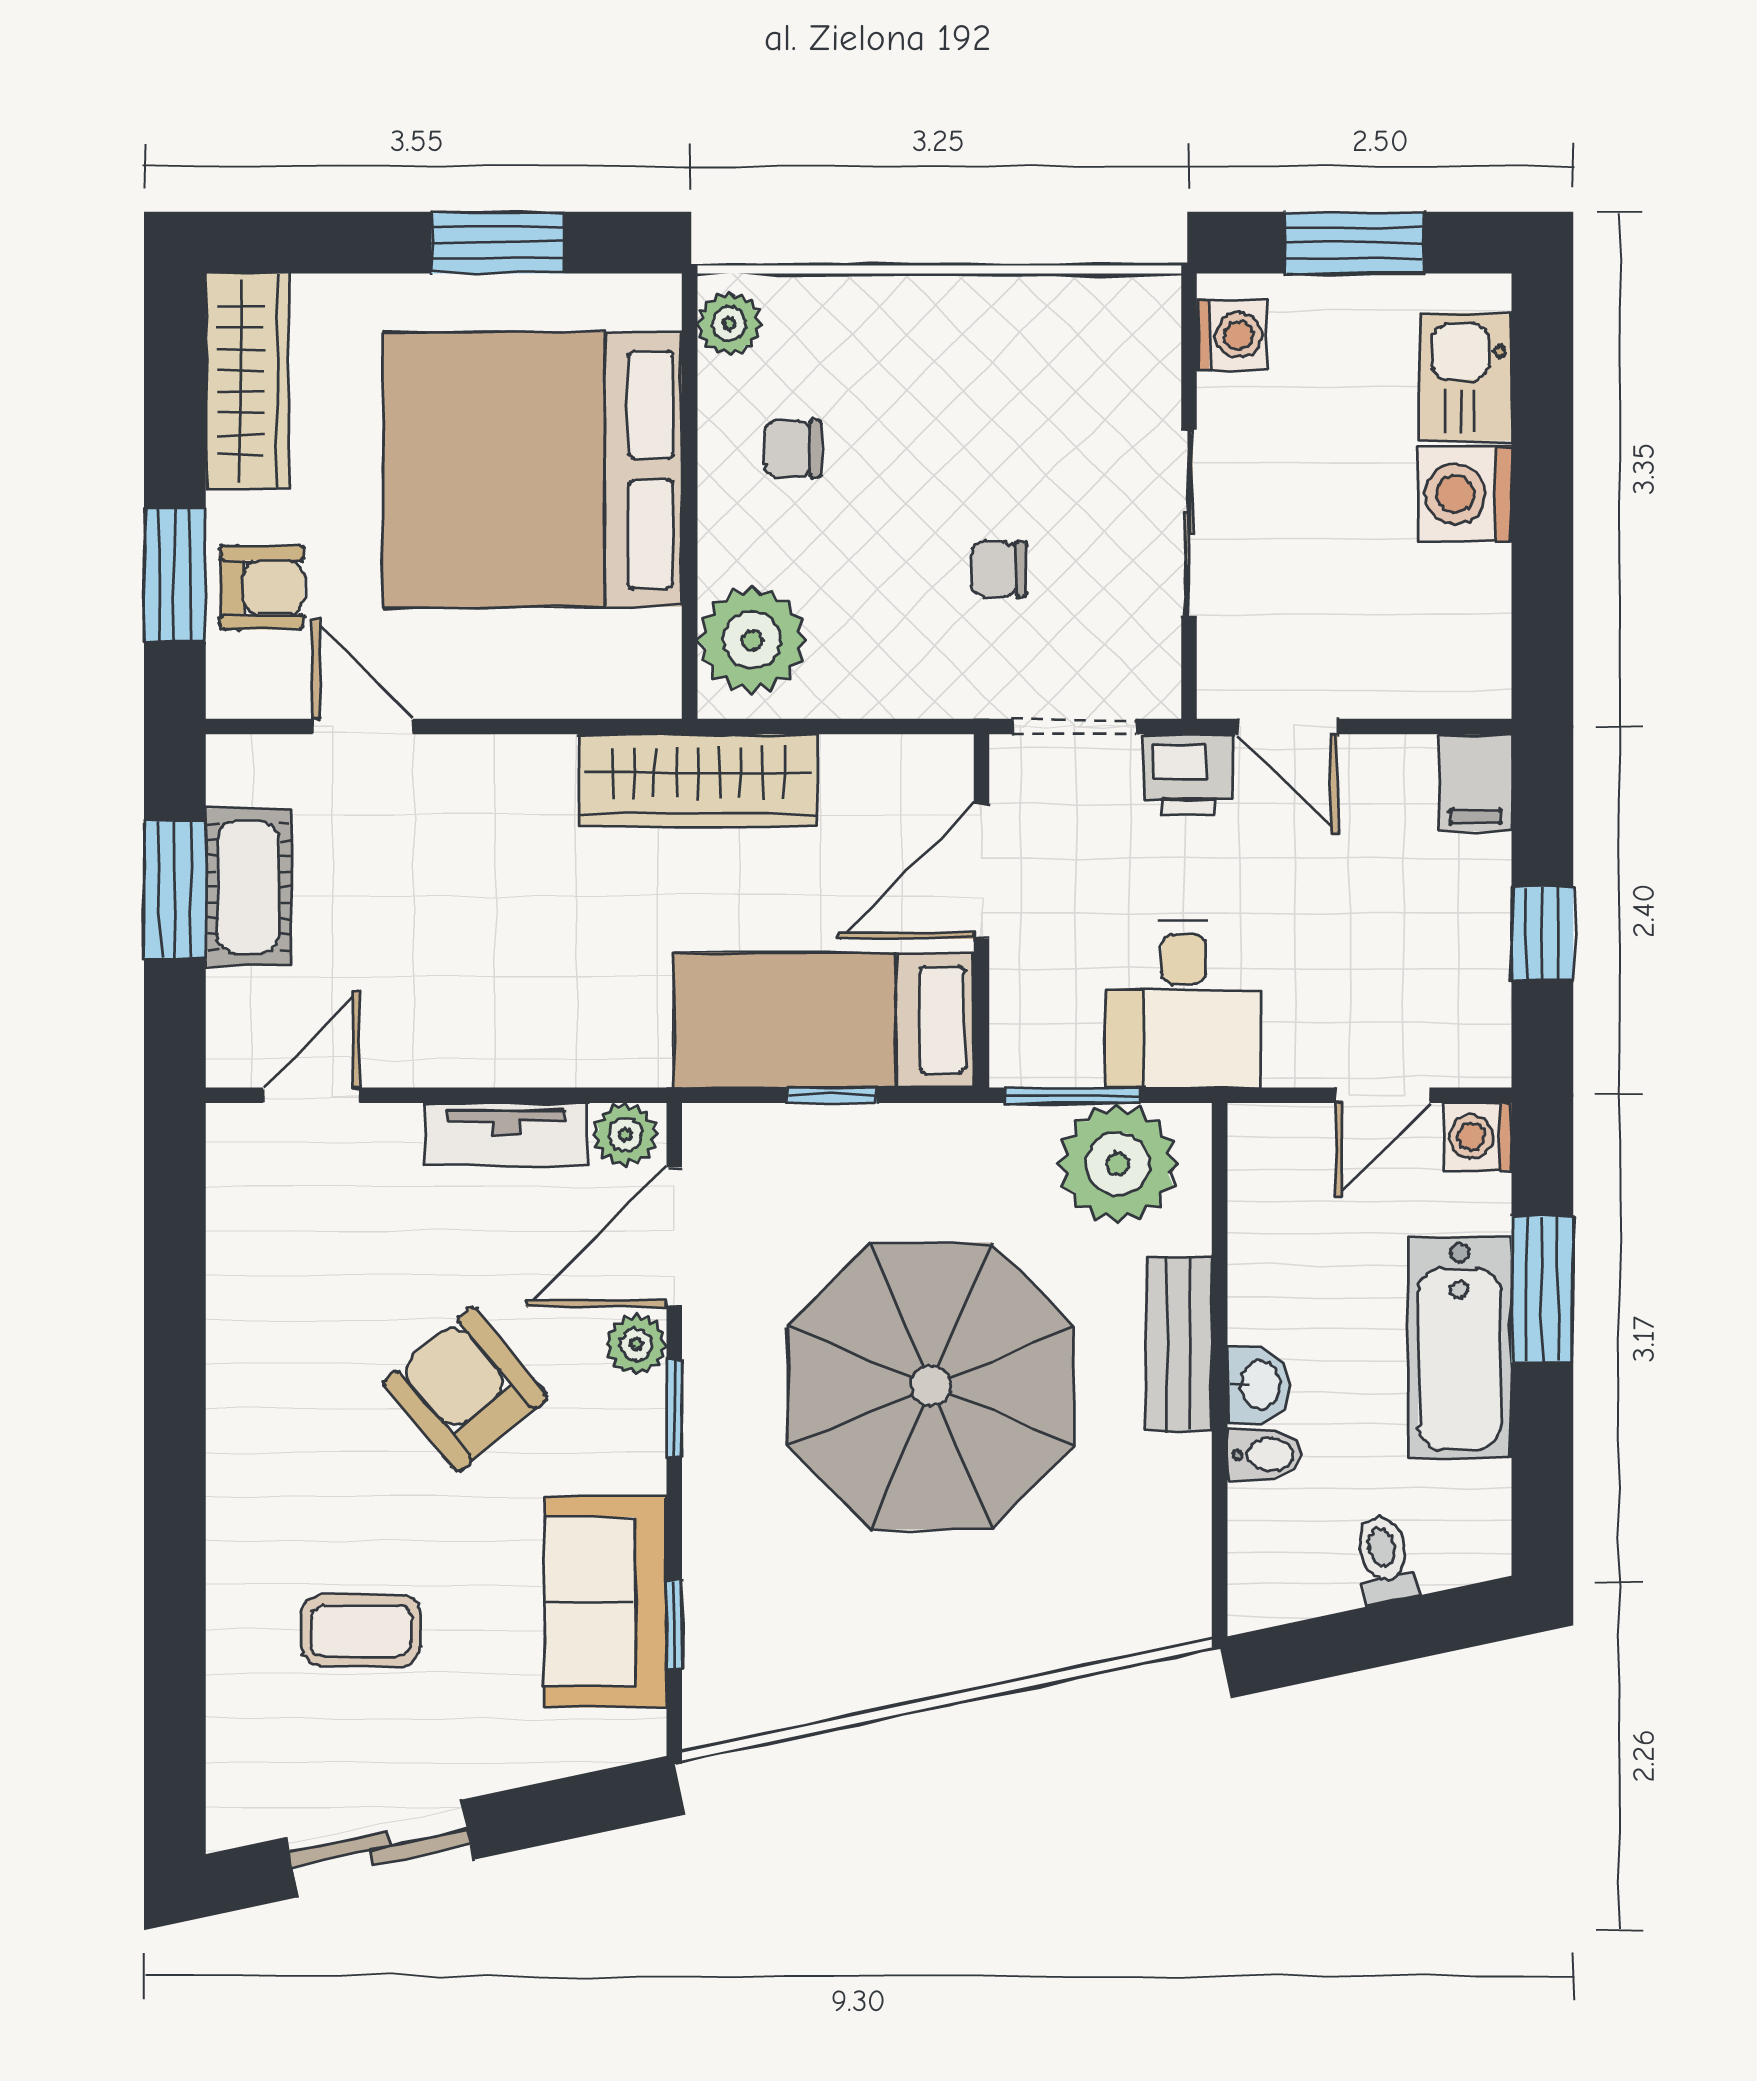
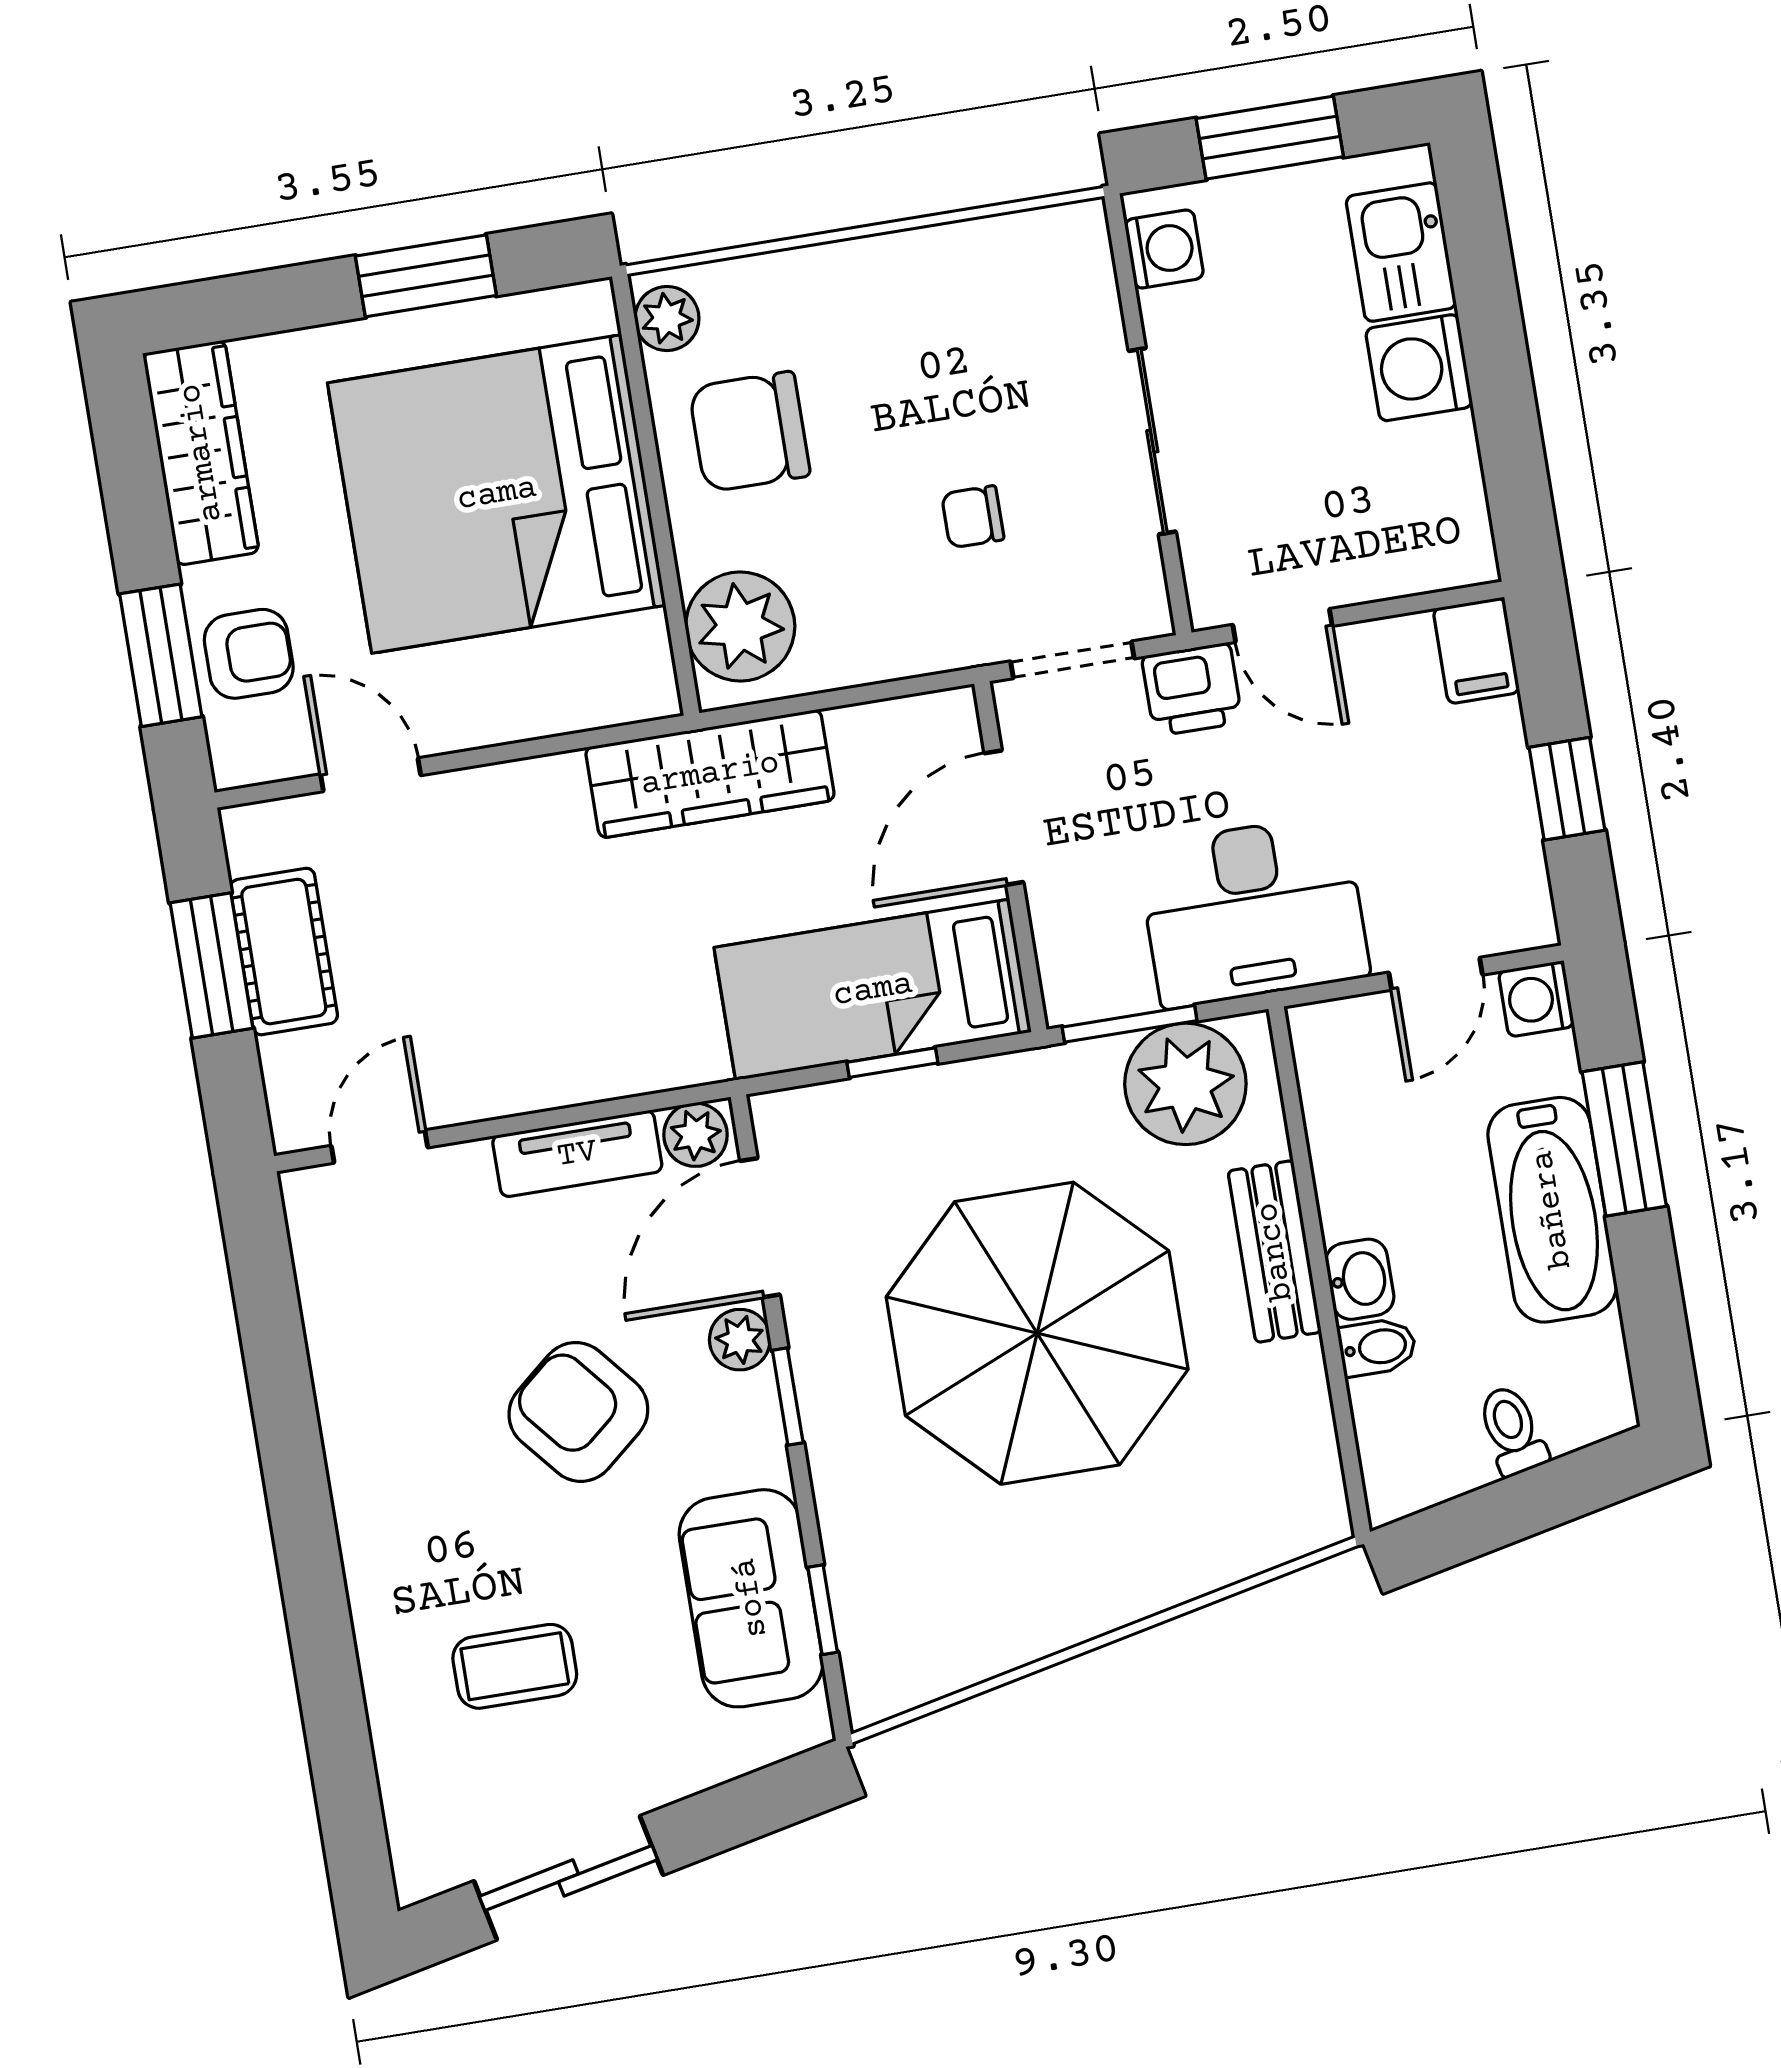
chair: (793, 449) -> (749, 432), width x1.87, depth x1.87
desk: (1184, 1004) -> (1253, 911), width x1.37

